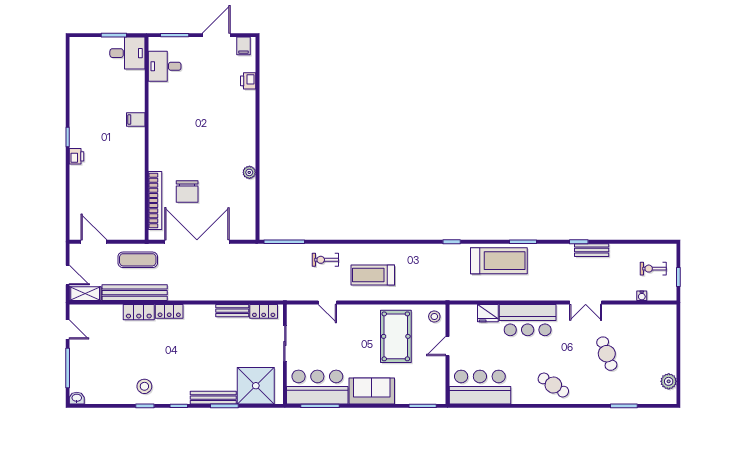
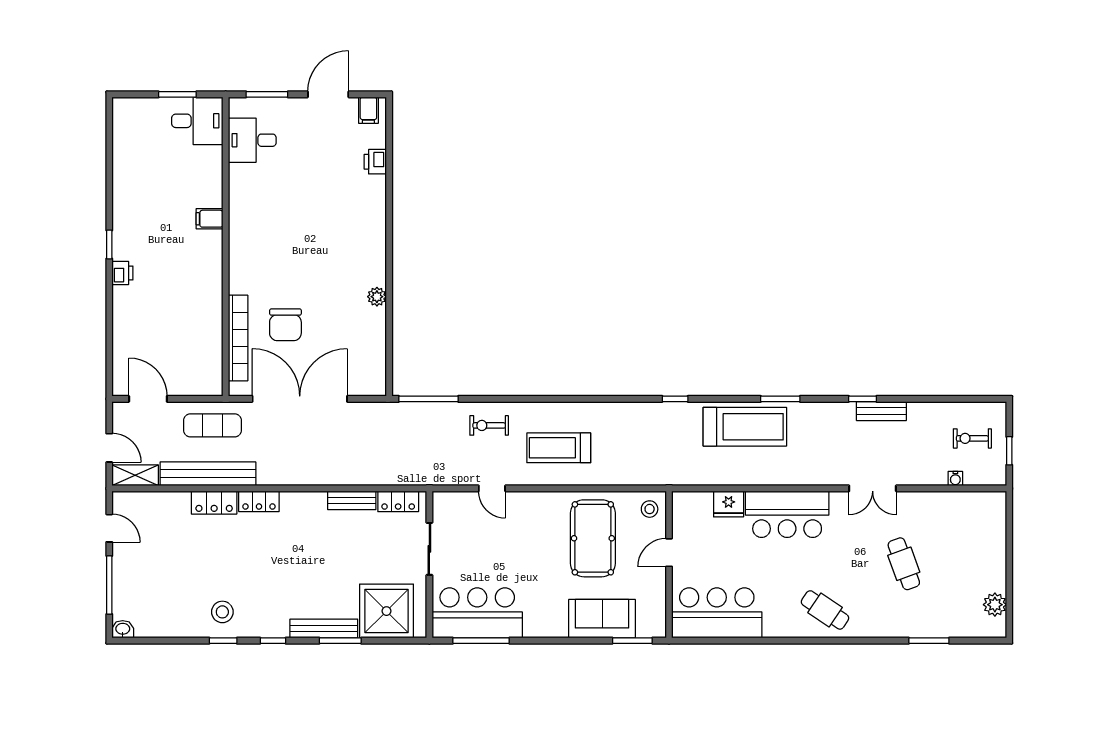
sofa: (372, 391) -> (602, 619), moved

